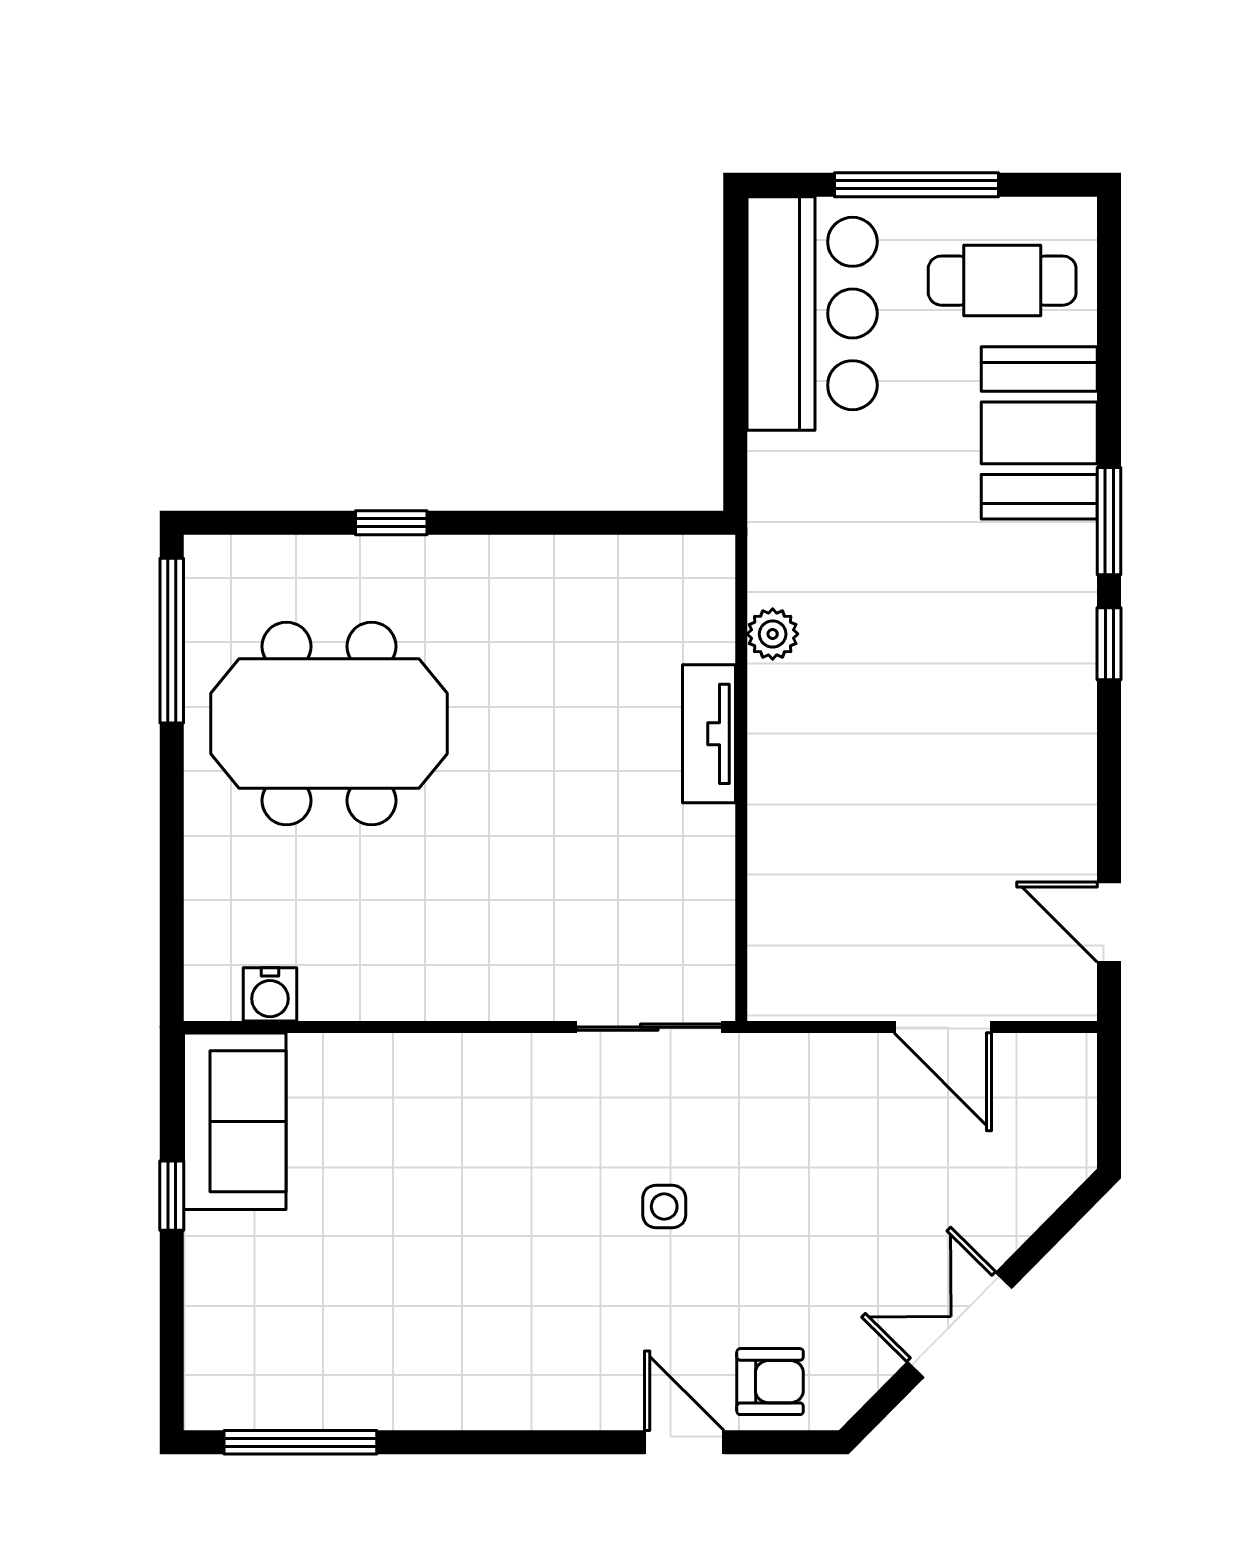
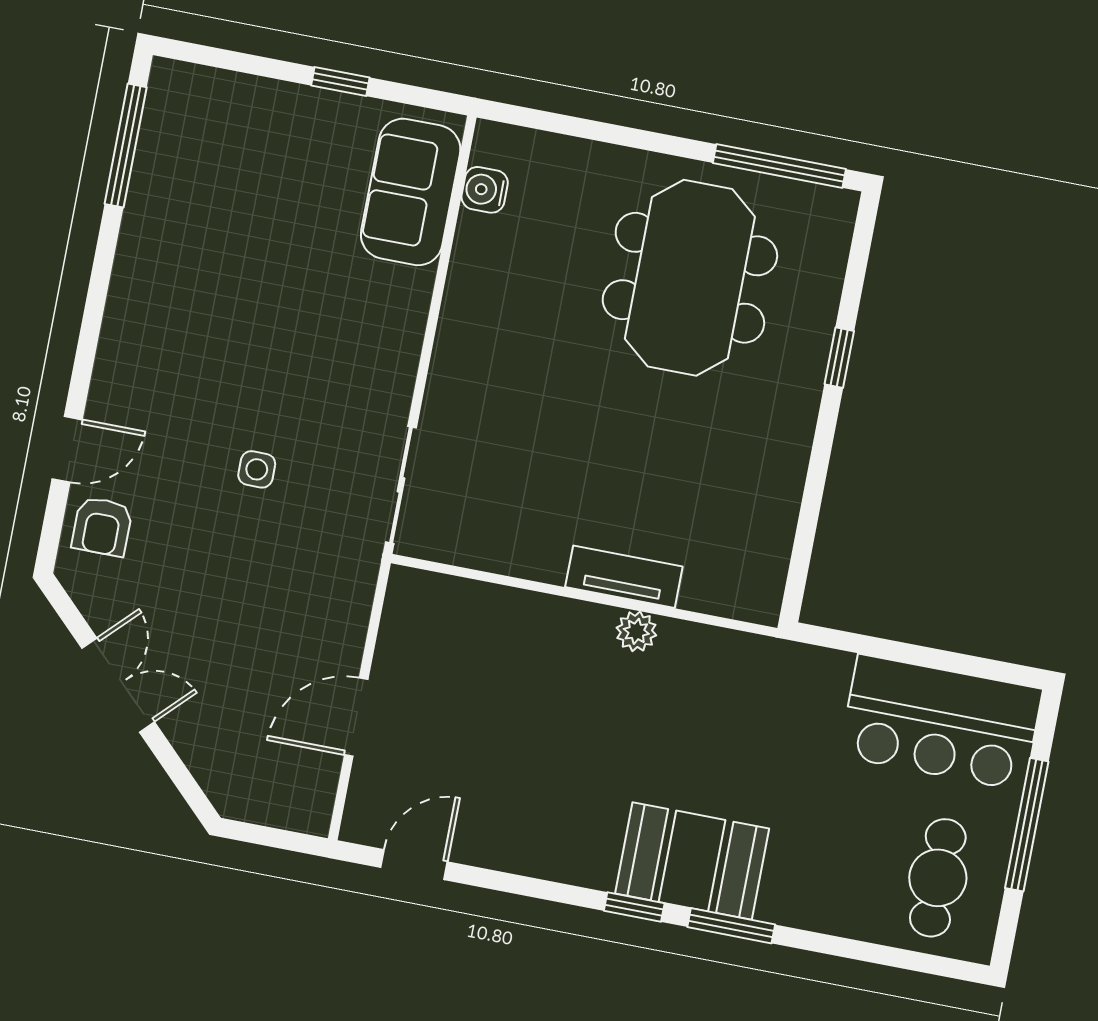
booth: (1039, 433) -> (692, 861), moved
plant: (773, 634) -> (636, 631), moved
sofa: (235, 1121) -> (411, 192), moved, turned 90

